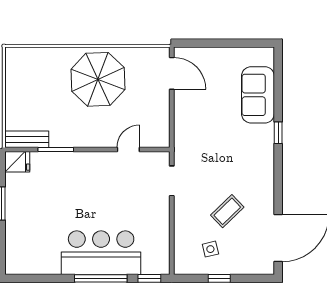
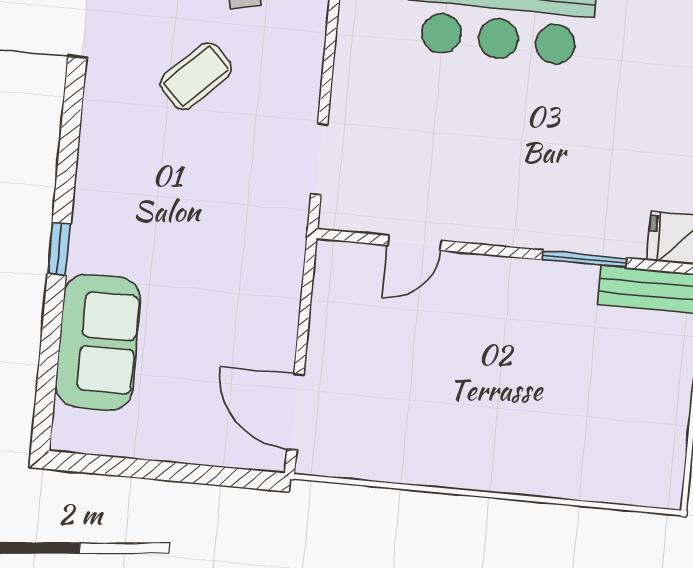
parasol: (98, 79) -> (470, 414), removed

